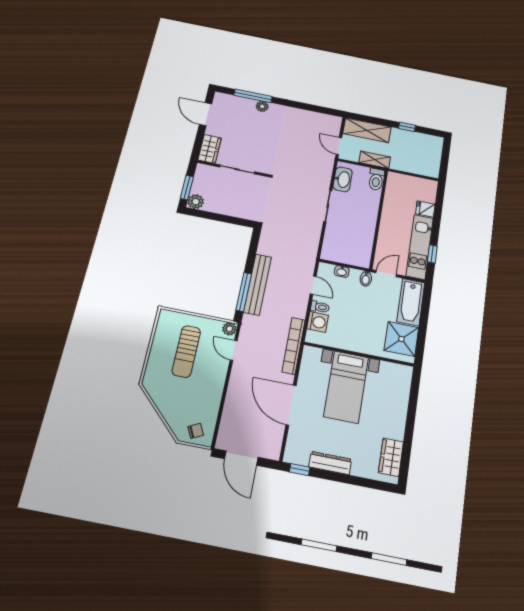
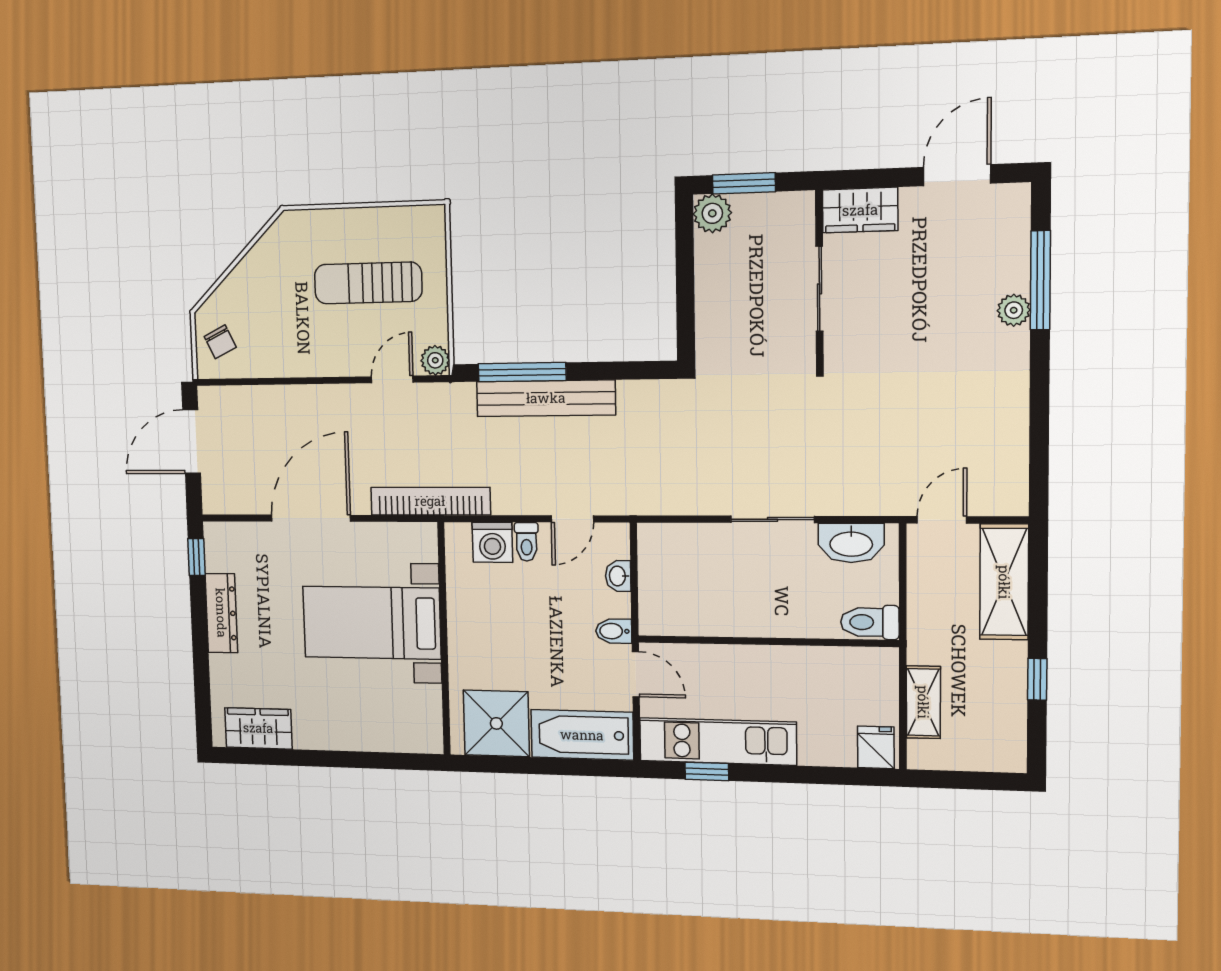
shelving: (375, 160) -> (923, 702), moved
fridge: (425, 209) -> (876, 747), moved

